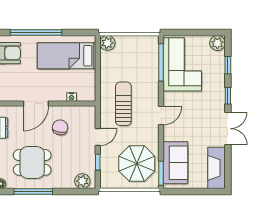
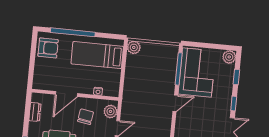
sun lounger: (123, 104) -> (142, 102), removed
door: (161, 116) -> (175, 103), moved
plant: (88, 119) -> (110, 111), added

